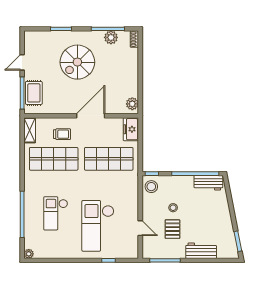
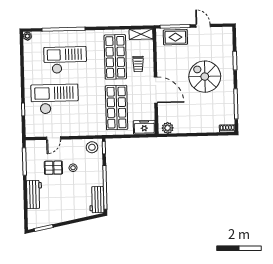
plant: (111, 37) -> (228, 107), removed
checkout: (56, 213) -> (65, 60), width x1.36, depth x1.21

